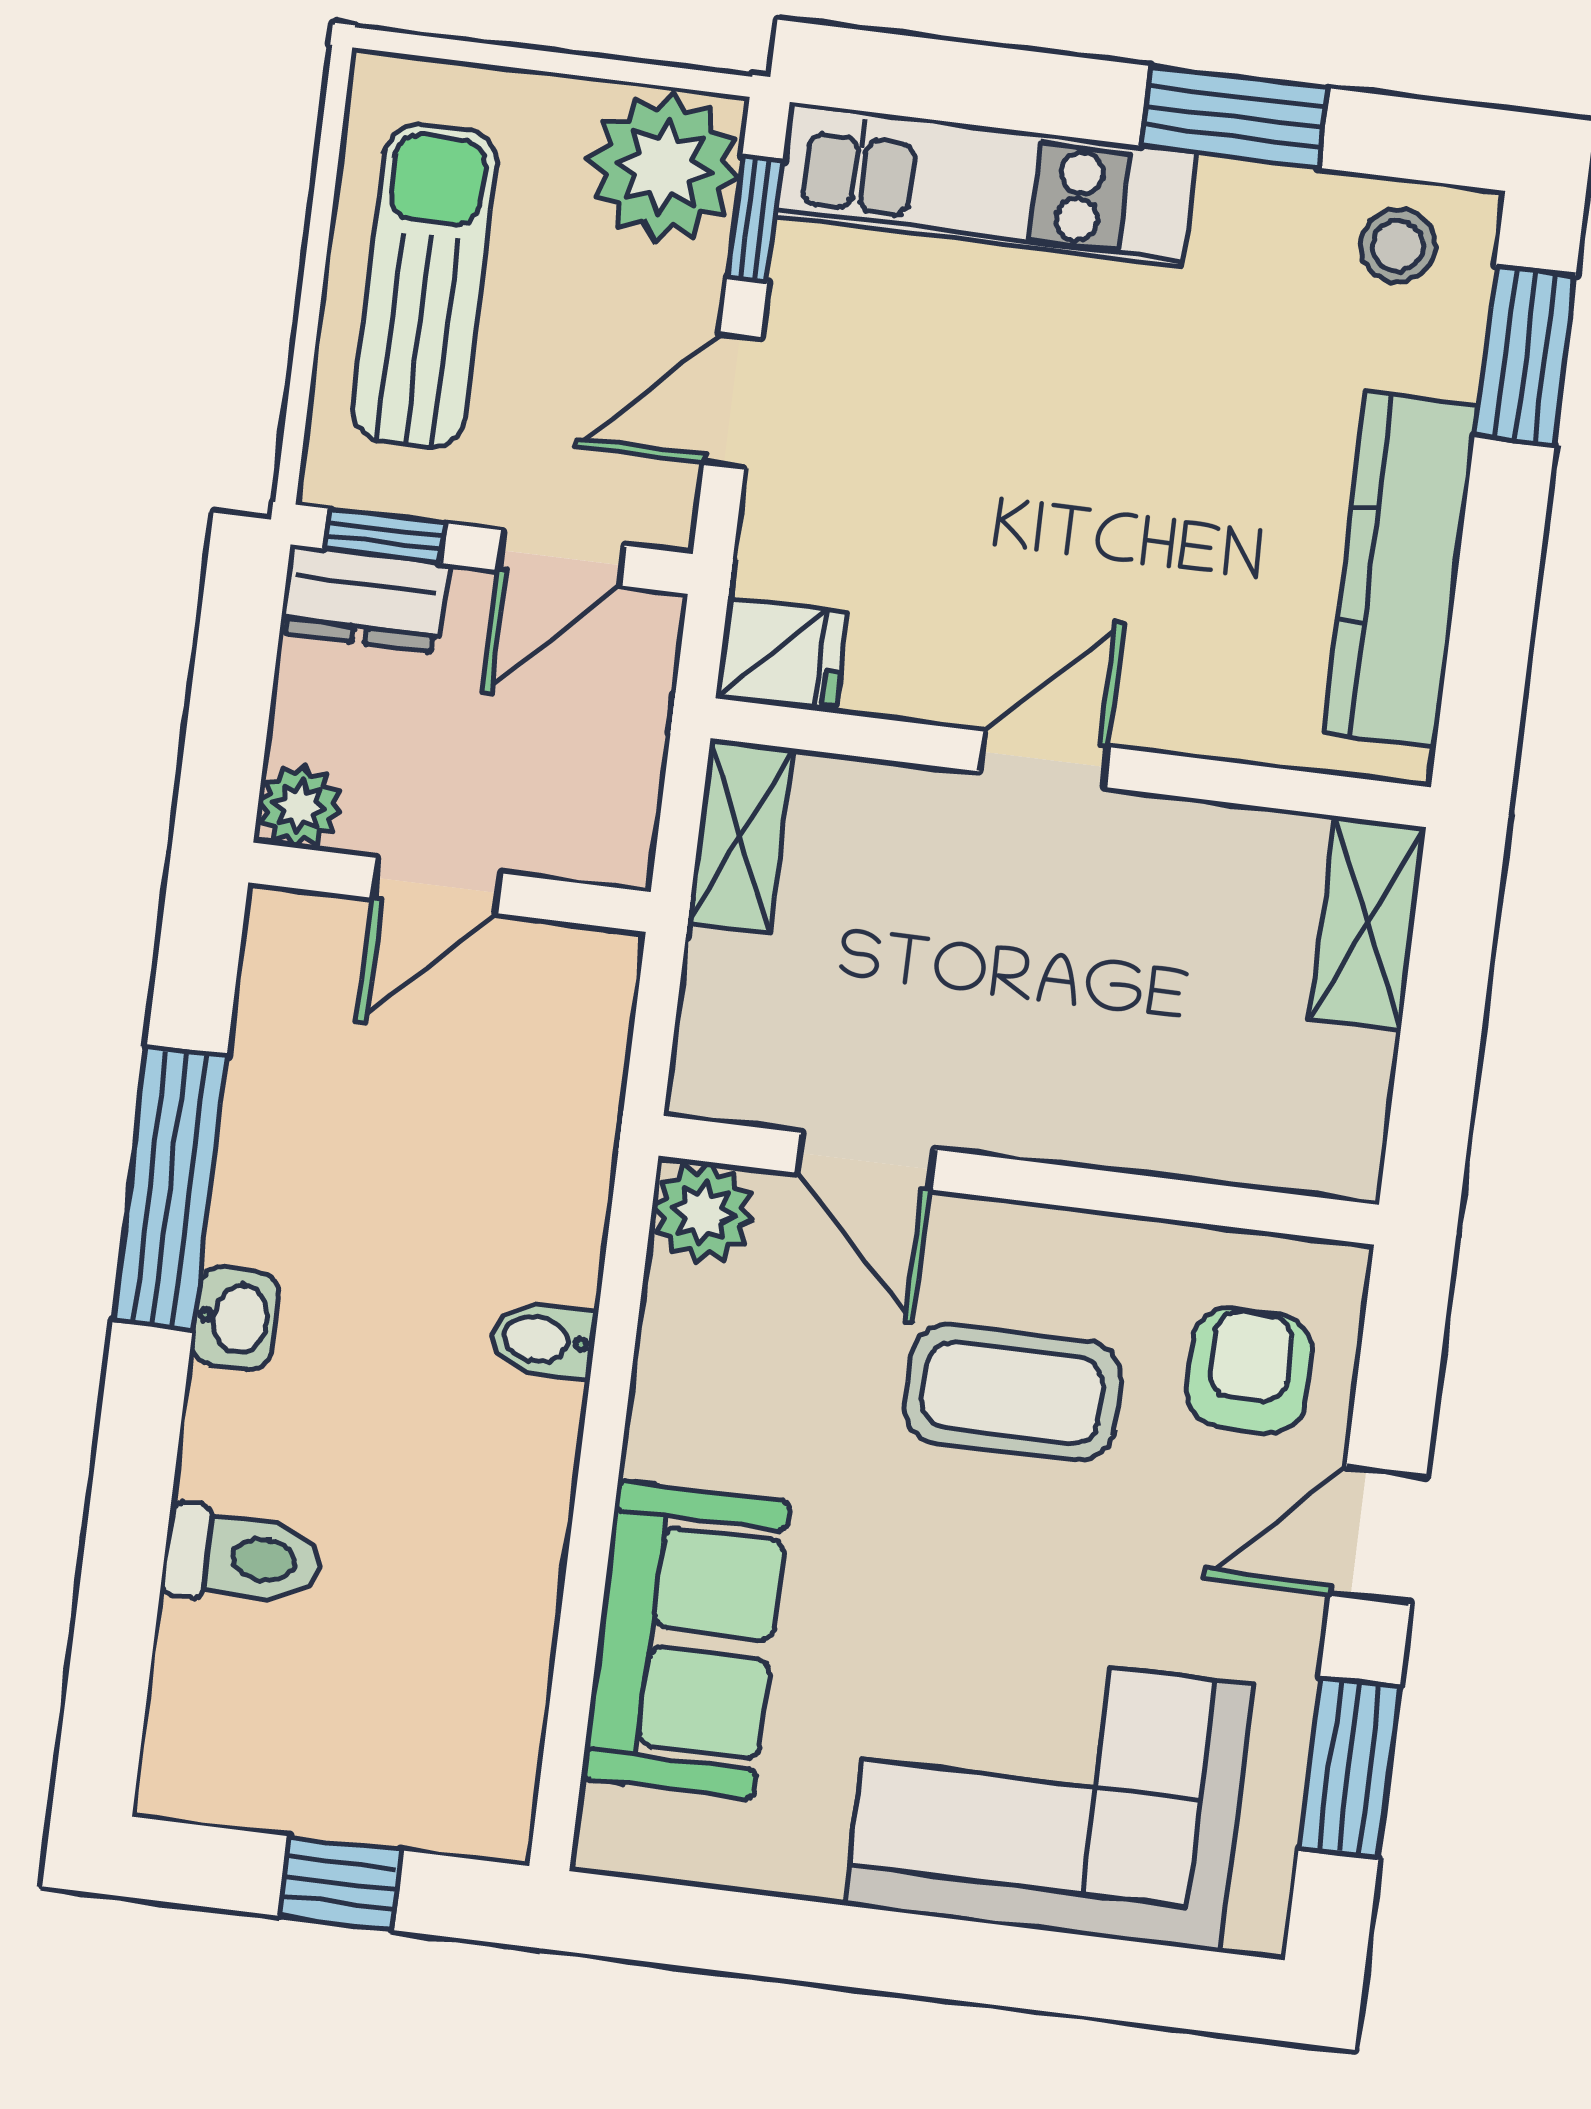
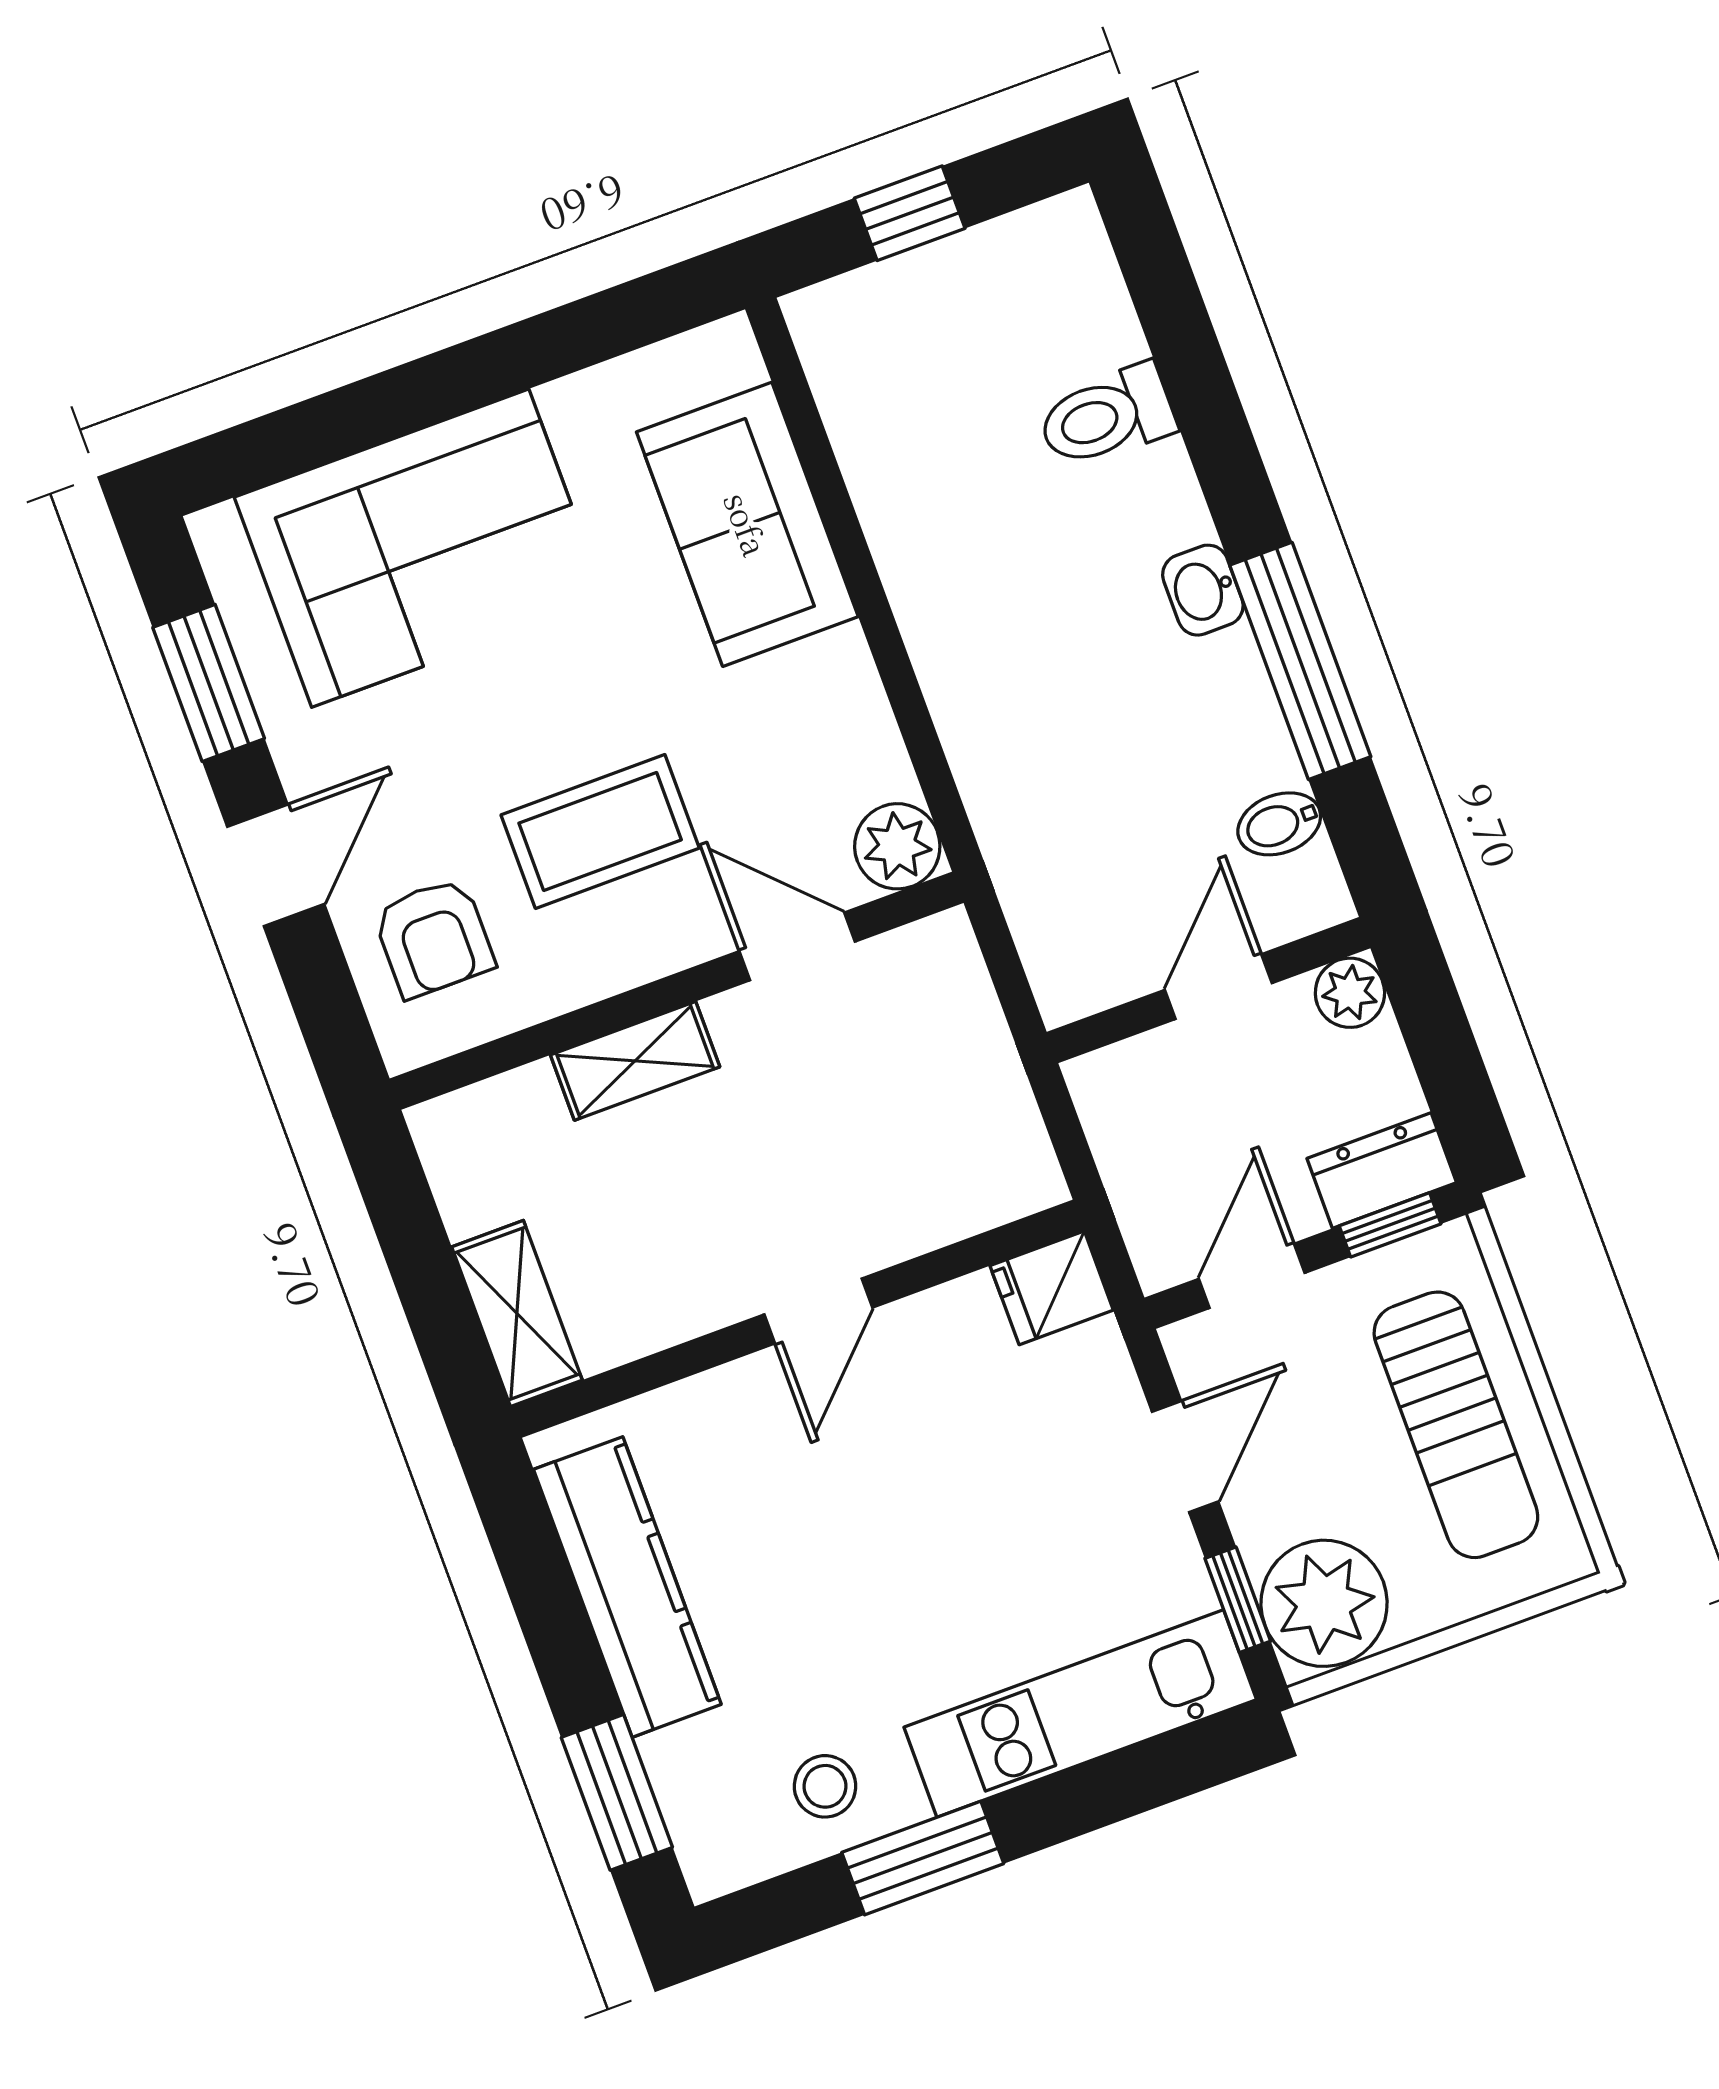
stool: (1398, 246) -> (825, 1786), moved
shelving: (740, 836) -> (635, 1061), moved, turned 90
bidet: (543, 1340) -> (1279, 824), moved, turned 180

